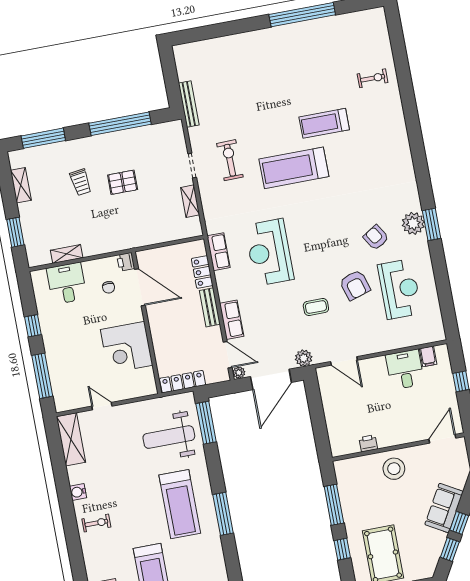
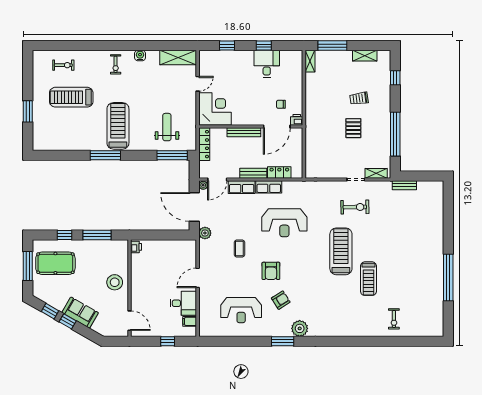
bench: (189, 104) -> (404, 185), width x0.73
treadmill: (324, 123) -> (368, 279), turned 180
window: (43, 138) -> (395, 78), width x0.46
shelving: (190, 201) -> (376, 173), moved
plant: (413, 223) -> (300, 328), moved
window: (15, 232) -> (332, 46), width x1.44
row of seats: (219, 252) -> (269, 187), moved
reception desk: (269, 252) -> (284, 223), turned 180
shelving: (67, 254) -> (310, 61), moved
desk: (67, 283) -> (267, 64), moved, turned -90
armchair: (355, 285) -> (271, 271), moved, turned -73
bench: (156, 331) -> (244, 132), added
corner desk: (127, 347) -> (215, 109), moved, turned 90
door: (344, 361) -> (198, 278), moved
window: (42, 376) -> (227, 46), width x0.46
weight bench: (169, 437) -> (167, 127), width x0.73, depth x0.75
printer: (368, 443) -> (136, 247), moved
treadmill: (180, 504) -> (118, 126), turned 90

